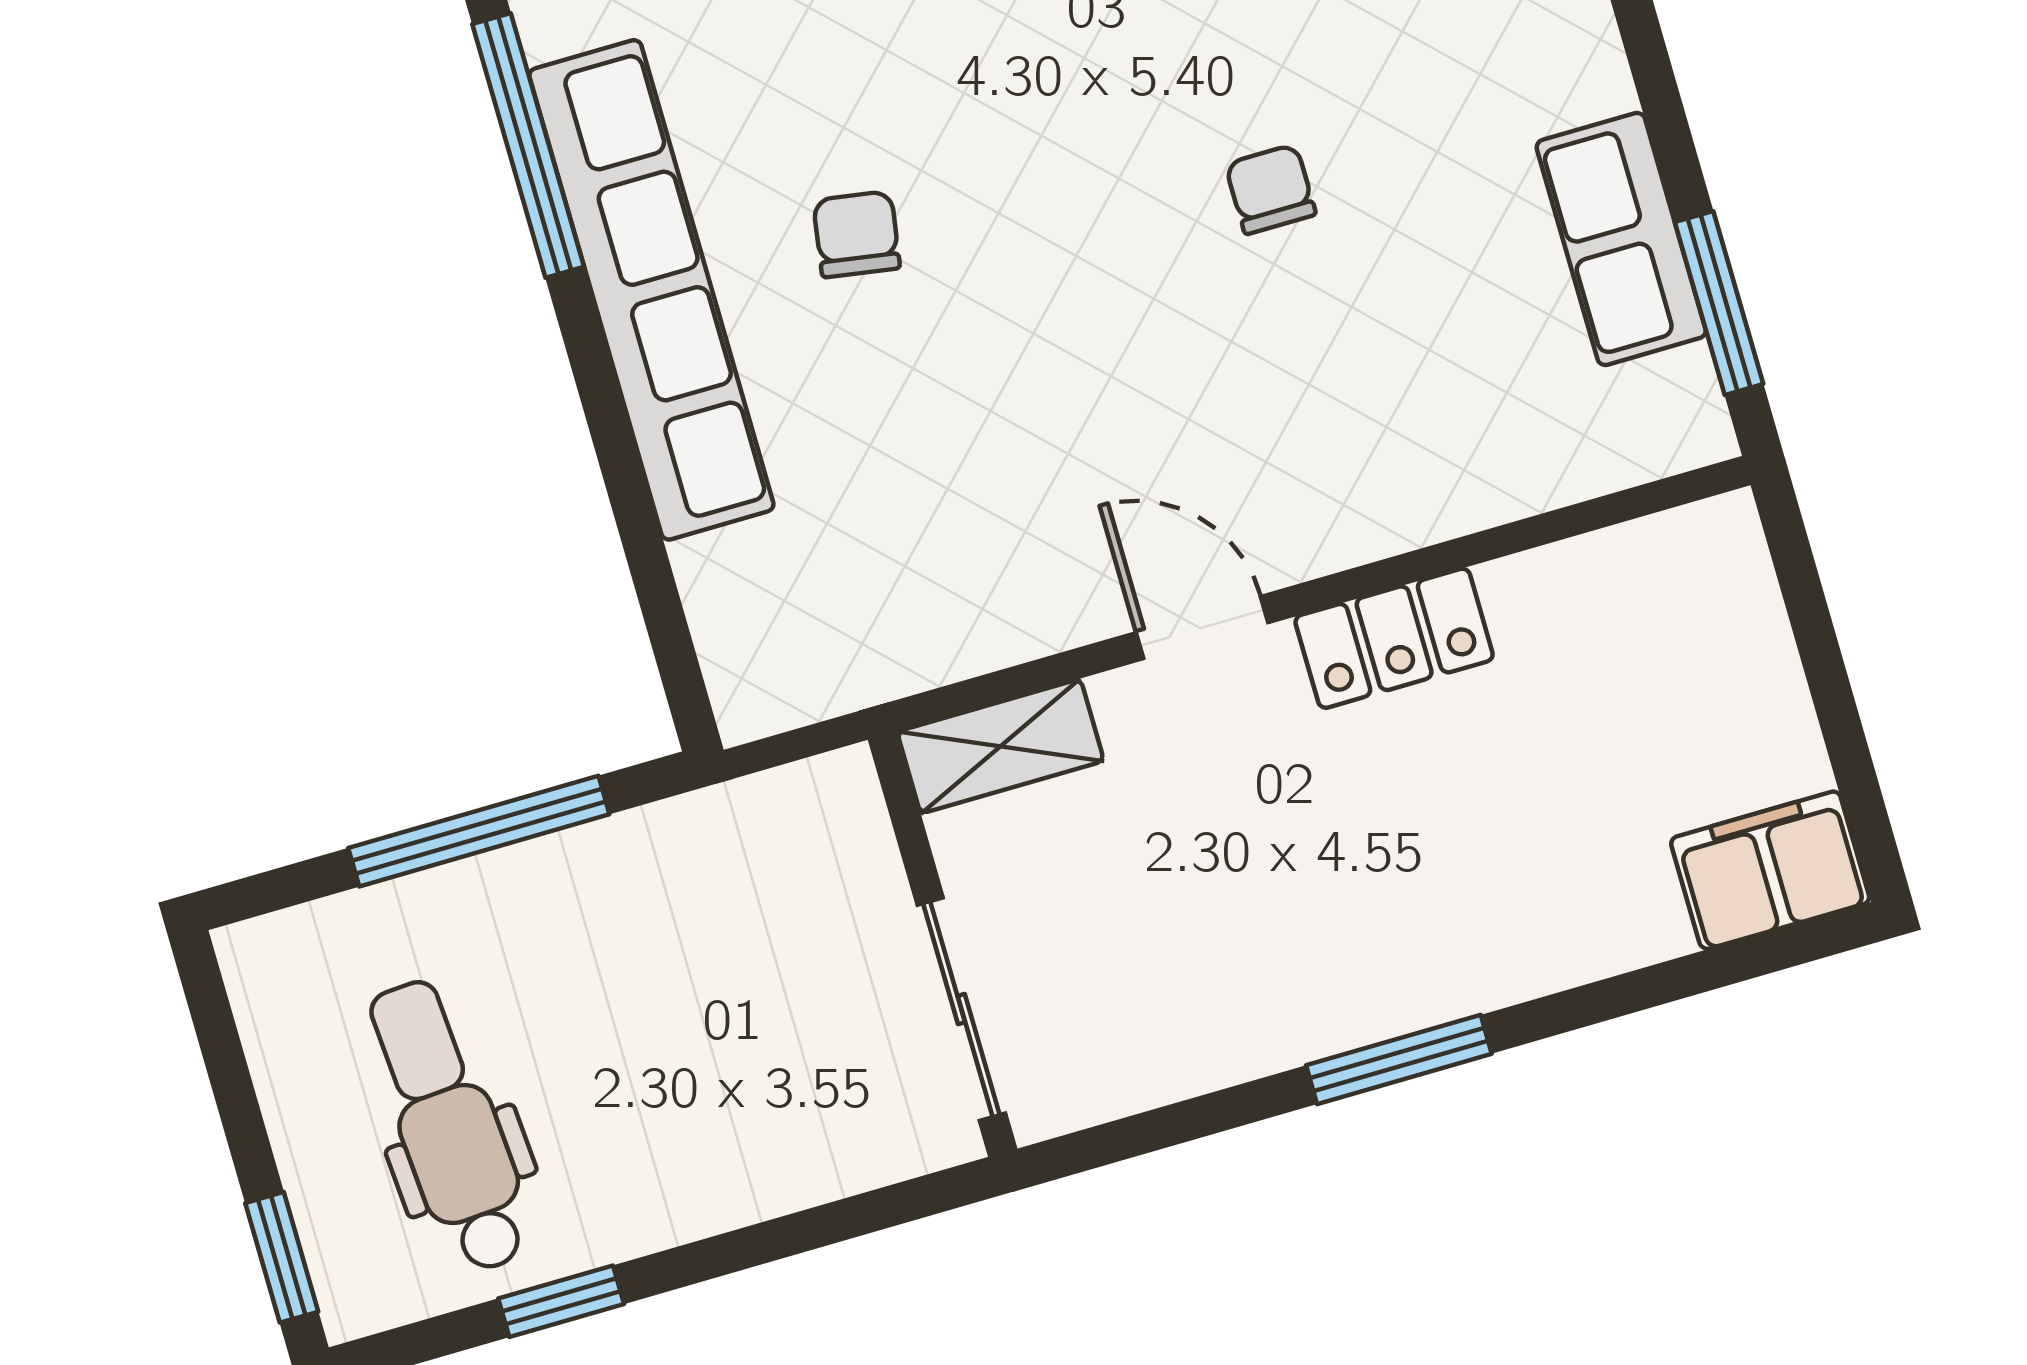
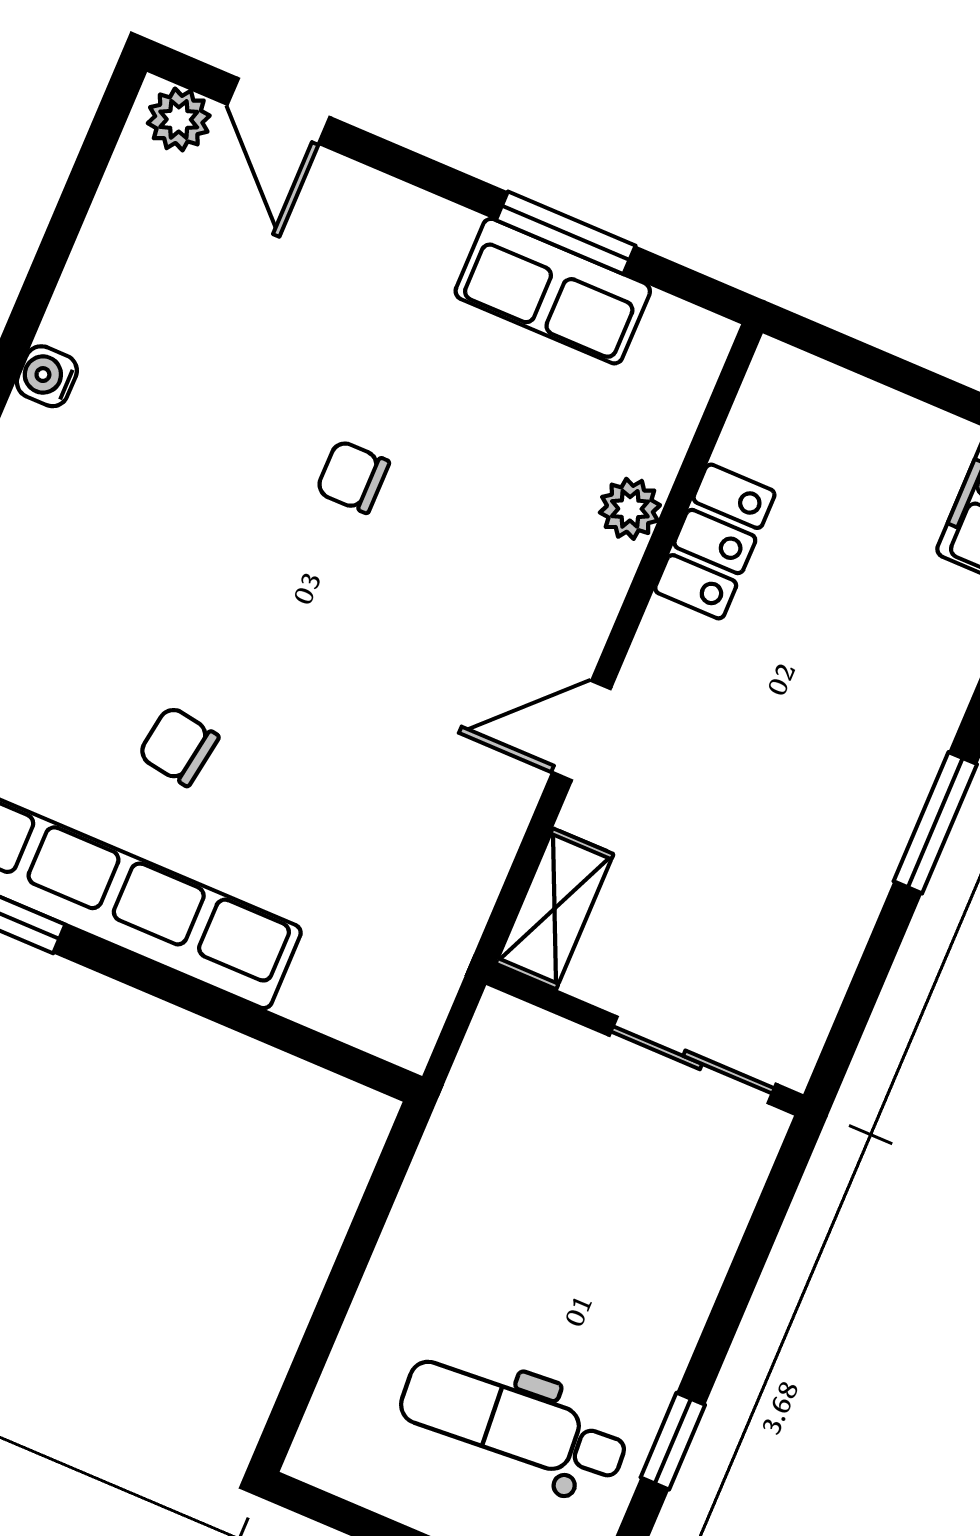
window: (1719, 303) -> (566, 233), moved
plant: (1465, 495) -> (630, 509), added
locker: (1394, 638) -> (715, 542), moved
window: (479, 831) -> (352, 1262), removed

